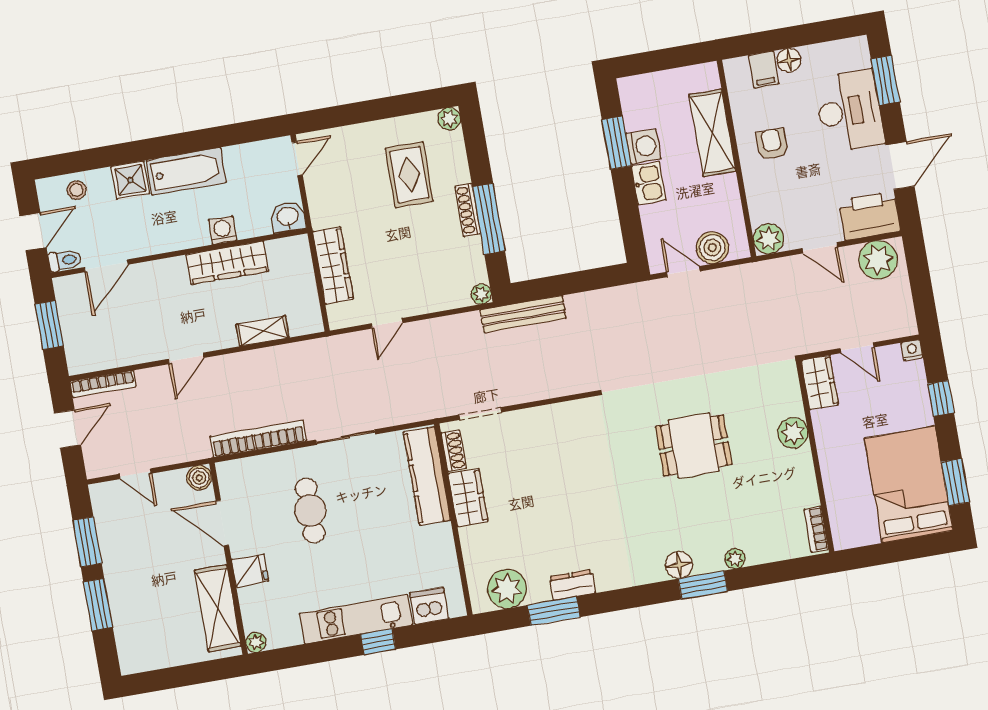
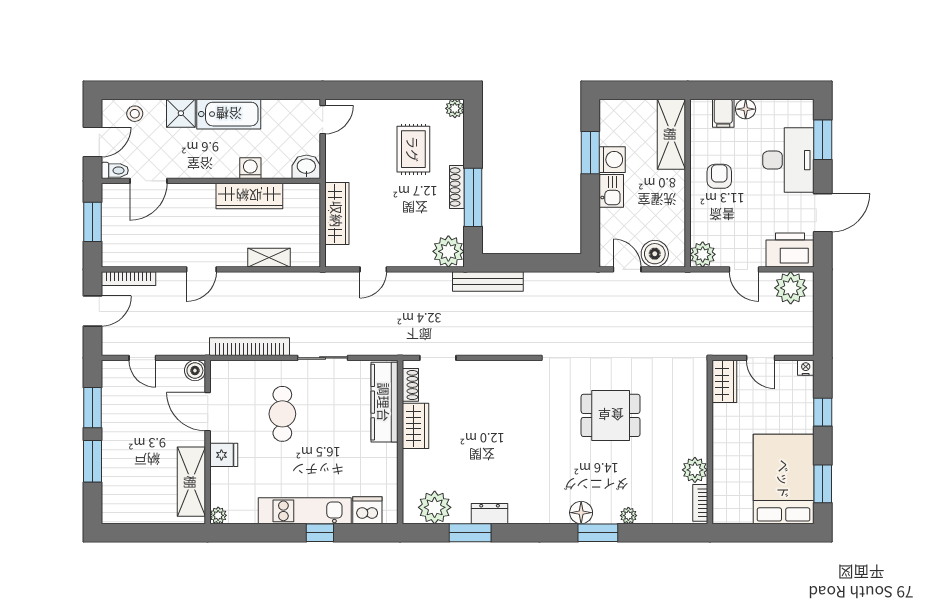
shelving: (712, 133) -> (671, 134), moved
plant: (481, 294) -> (448, 251), width x1.88, depth x1.88
plant: (793, 433) -> (695, 470), moved

